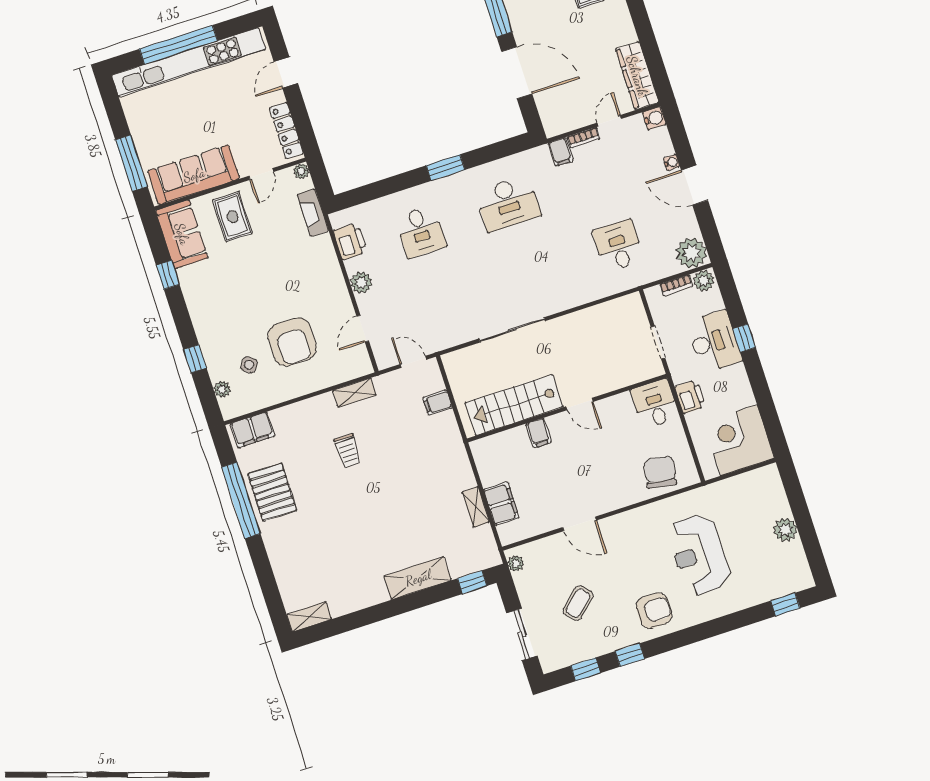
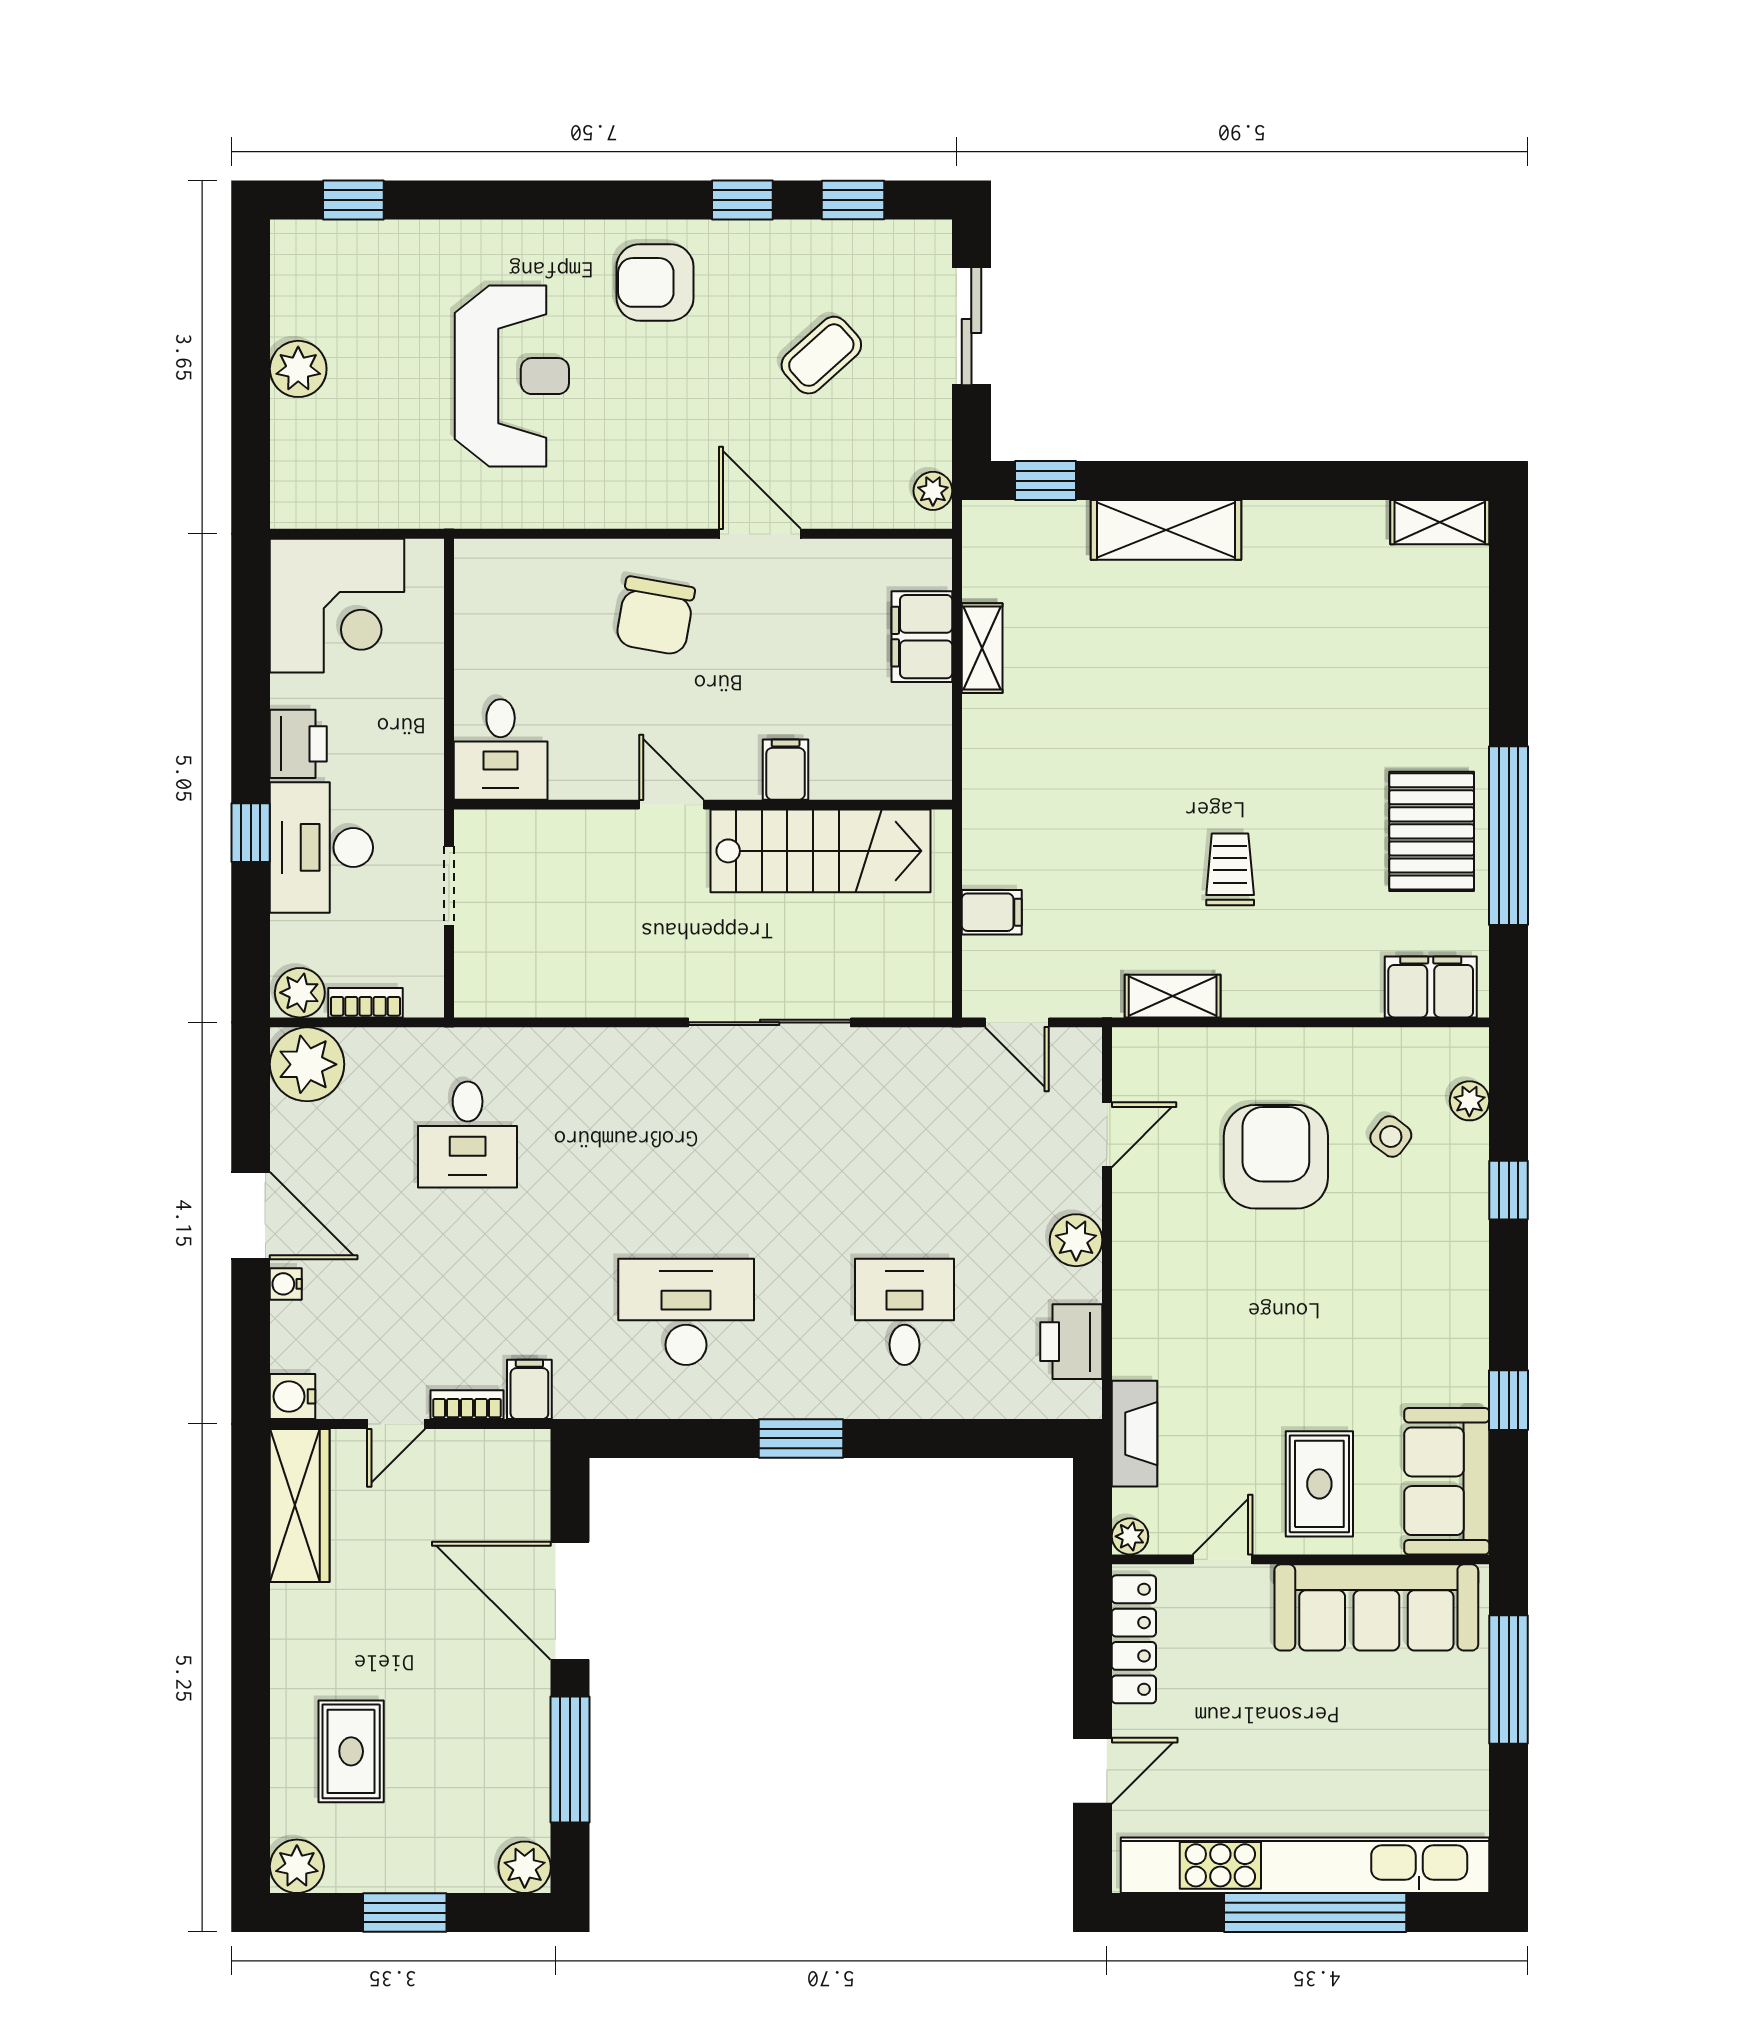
printer: (690, 397) -> (298, 744), moved, turned 180
chair: (660, 472) -> (655, 616), moved

